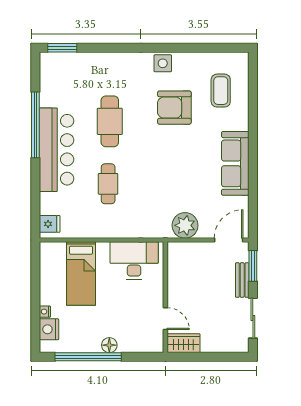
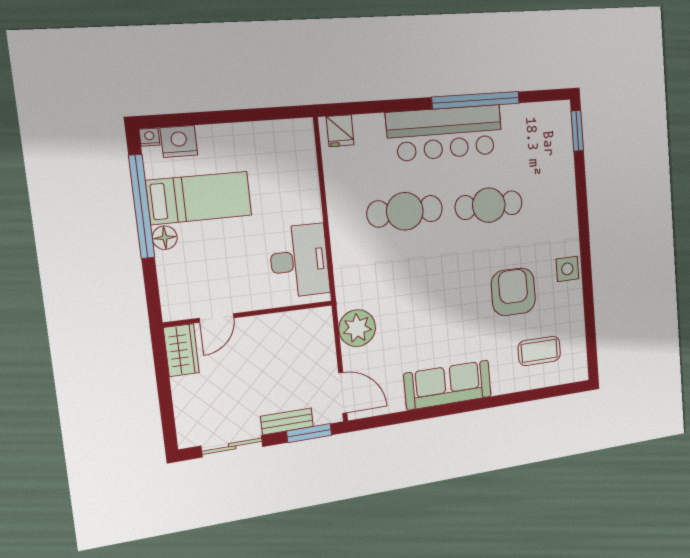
cafe table: (108, 184) -> (405, 211), width x1.37, depth x1.35
bed: (81, 274) -> (199, 198), moved, turned 180
nightstand: (45, 312) -> (149, 137), moved

